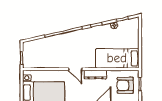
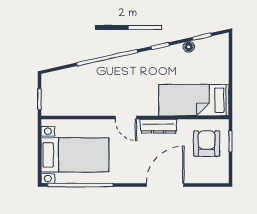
armchair: (125, 85) -> (207, 144), turned 90

